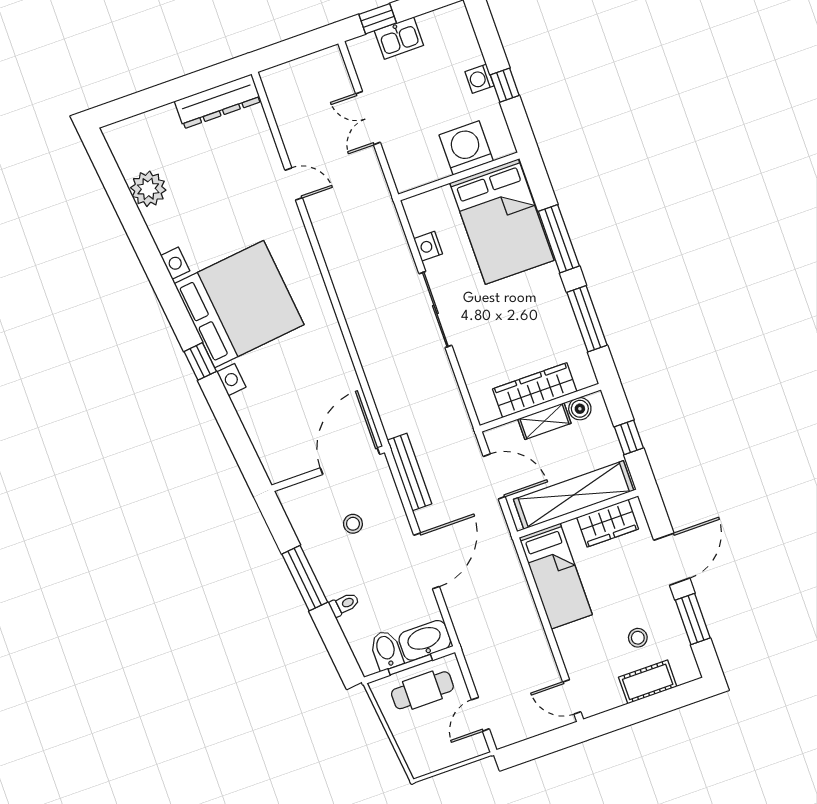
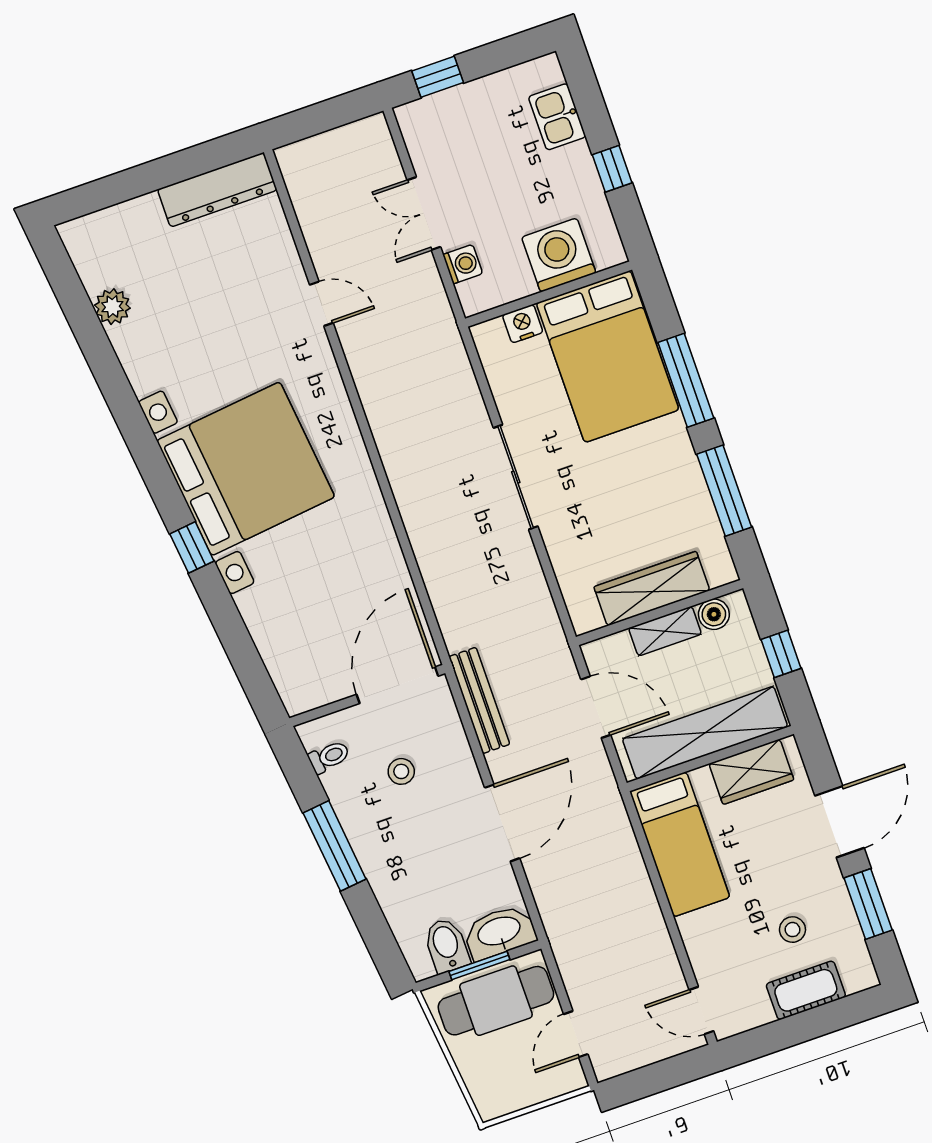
kitchen sink: (399, 38) -> (557, 117), moved, turned 90
washing machine: (479, 79) -> (463, 264), moved, turned 180
plant: (148, 189) -> (112, 307), width x0.73, depth x0.73
nightstand: (428, 246) -> (523, 324), moved, turned 90
toilet: (344, 604) -> (329, 757), moved
cafe table: (422, 690) -> (496, 1001), width x1.37, depth x1.35

